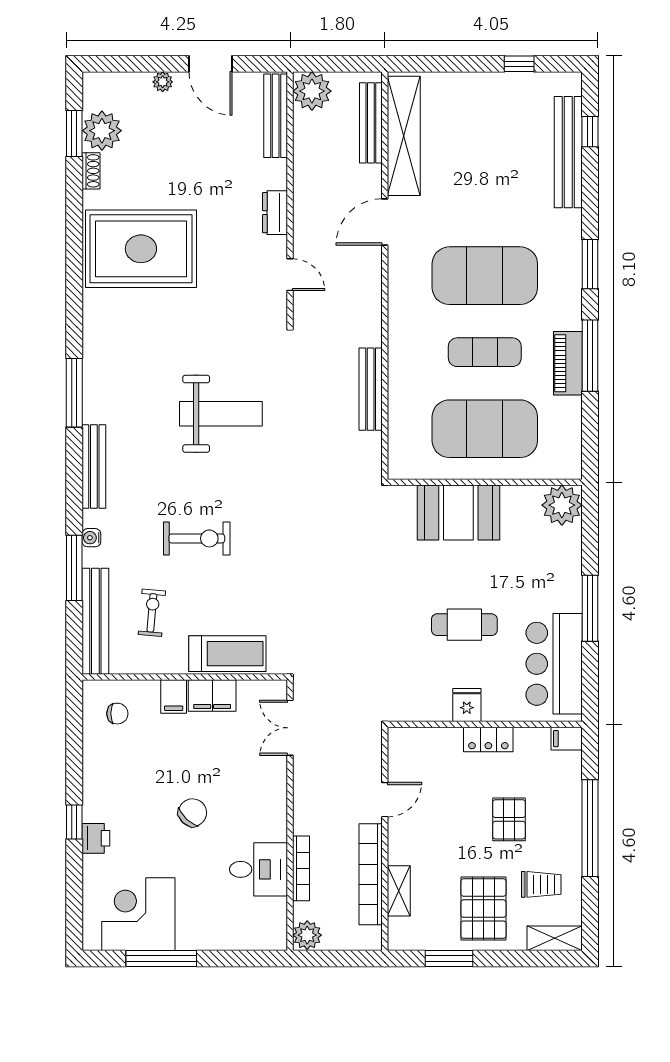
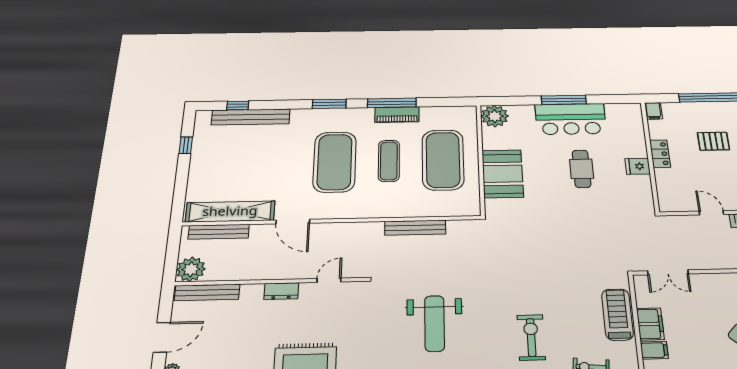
weight bench: (221, 414) -> (435, 323), turned 180
bar counter: (554, 664) -> (571, 119), moved

